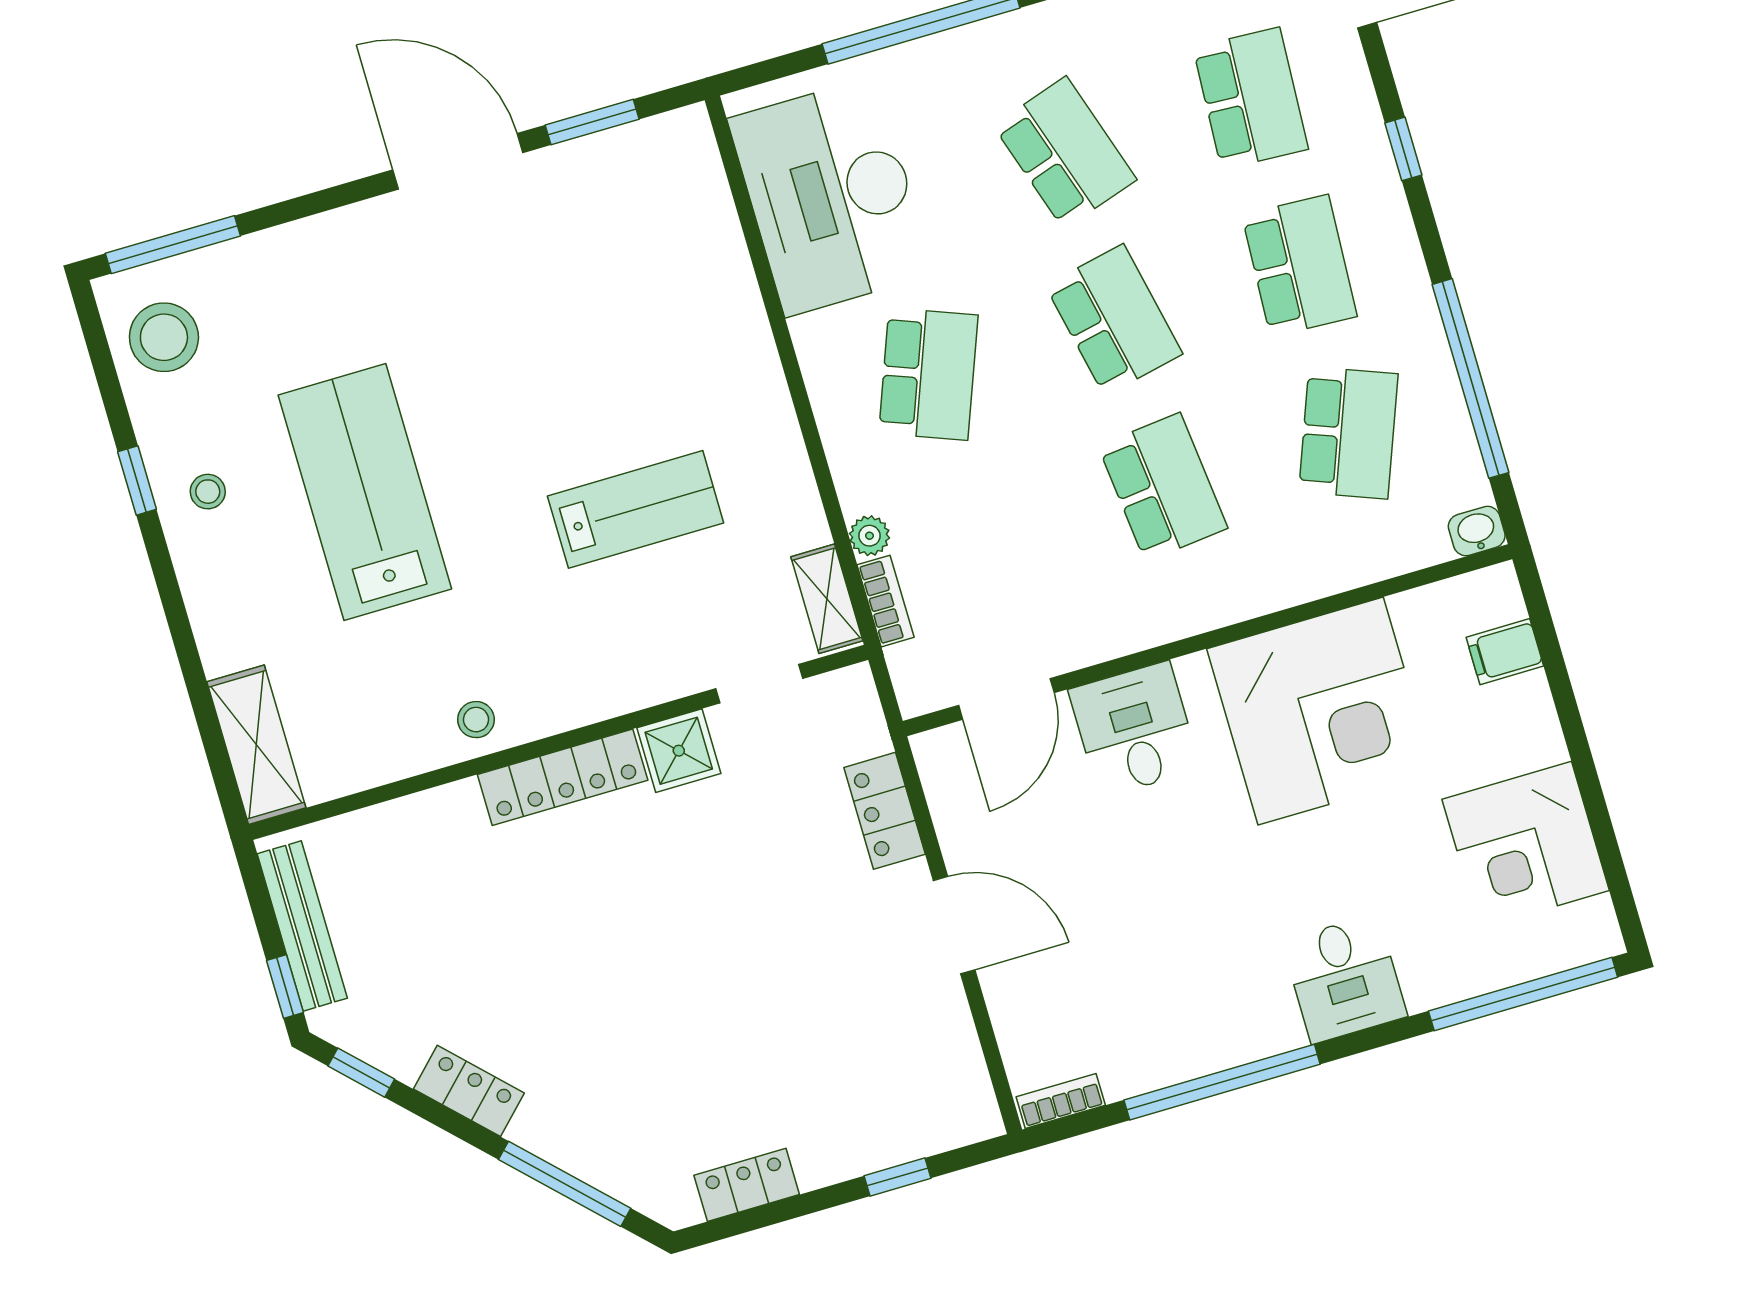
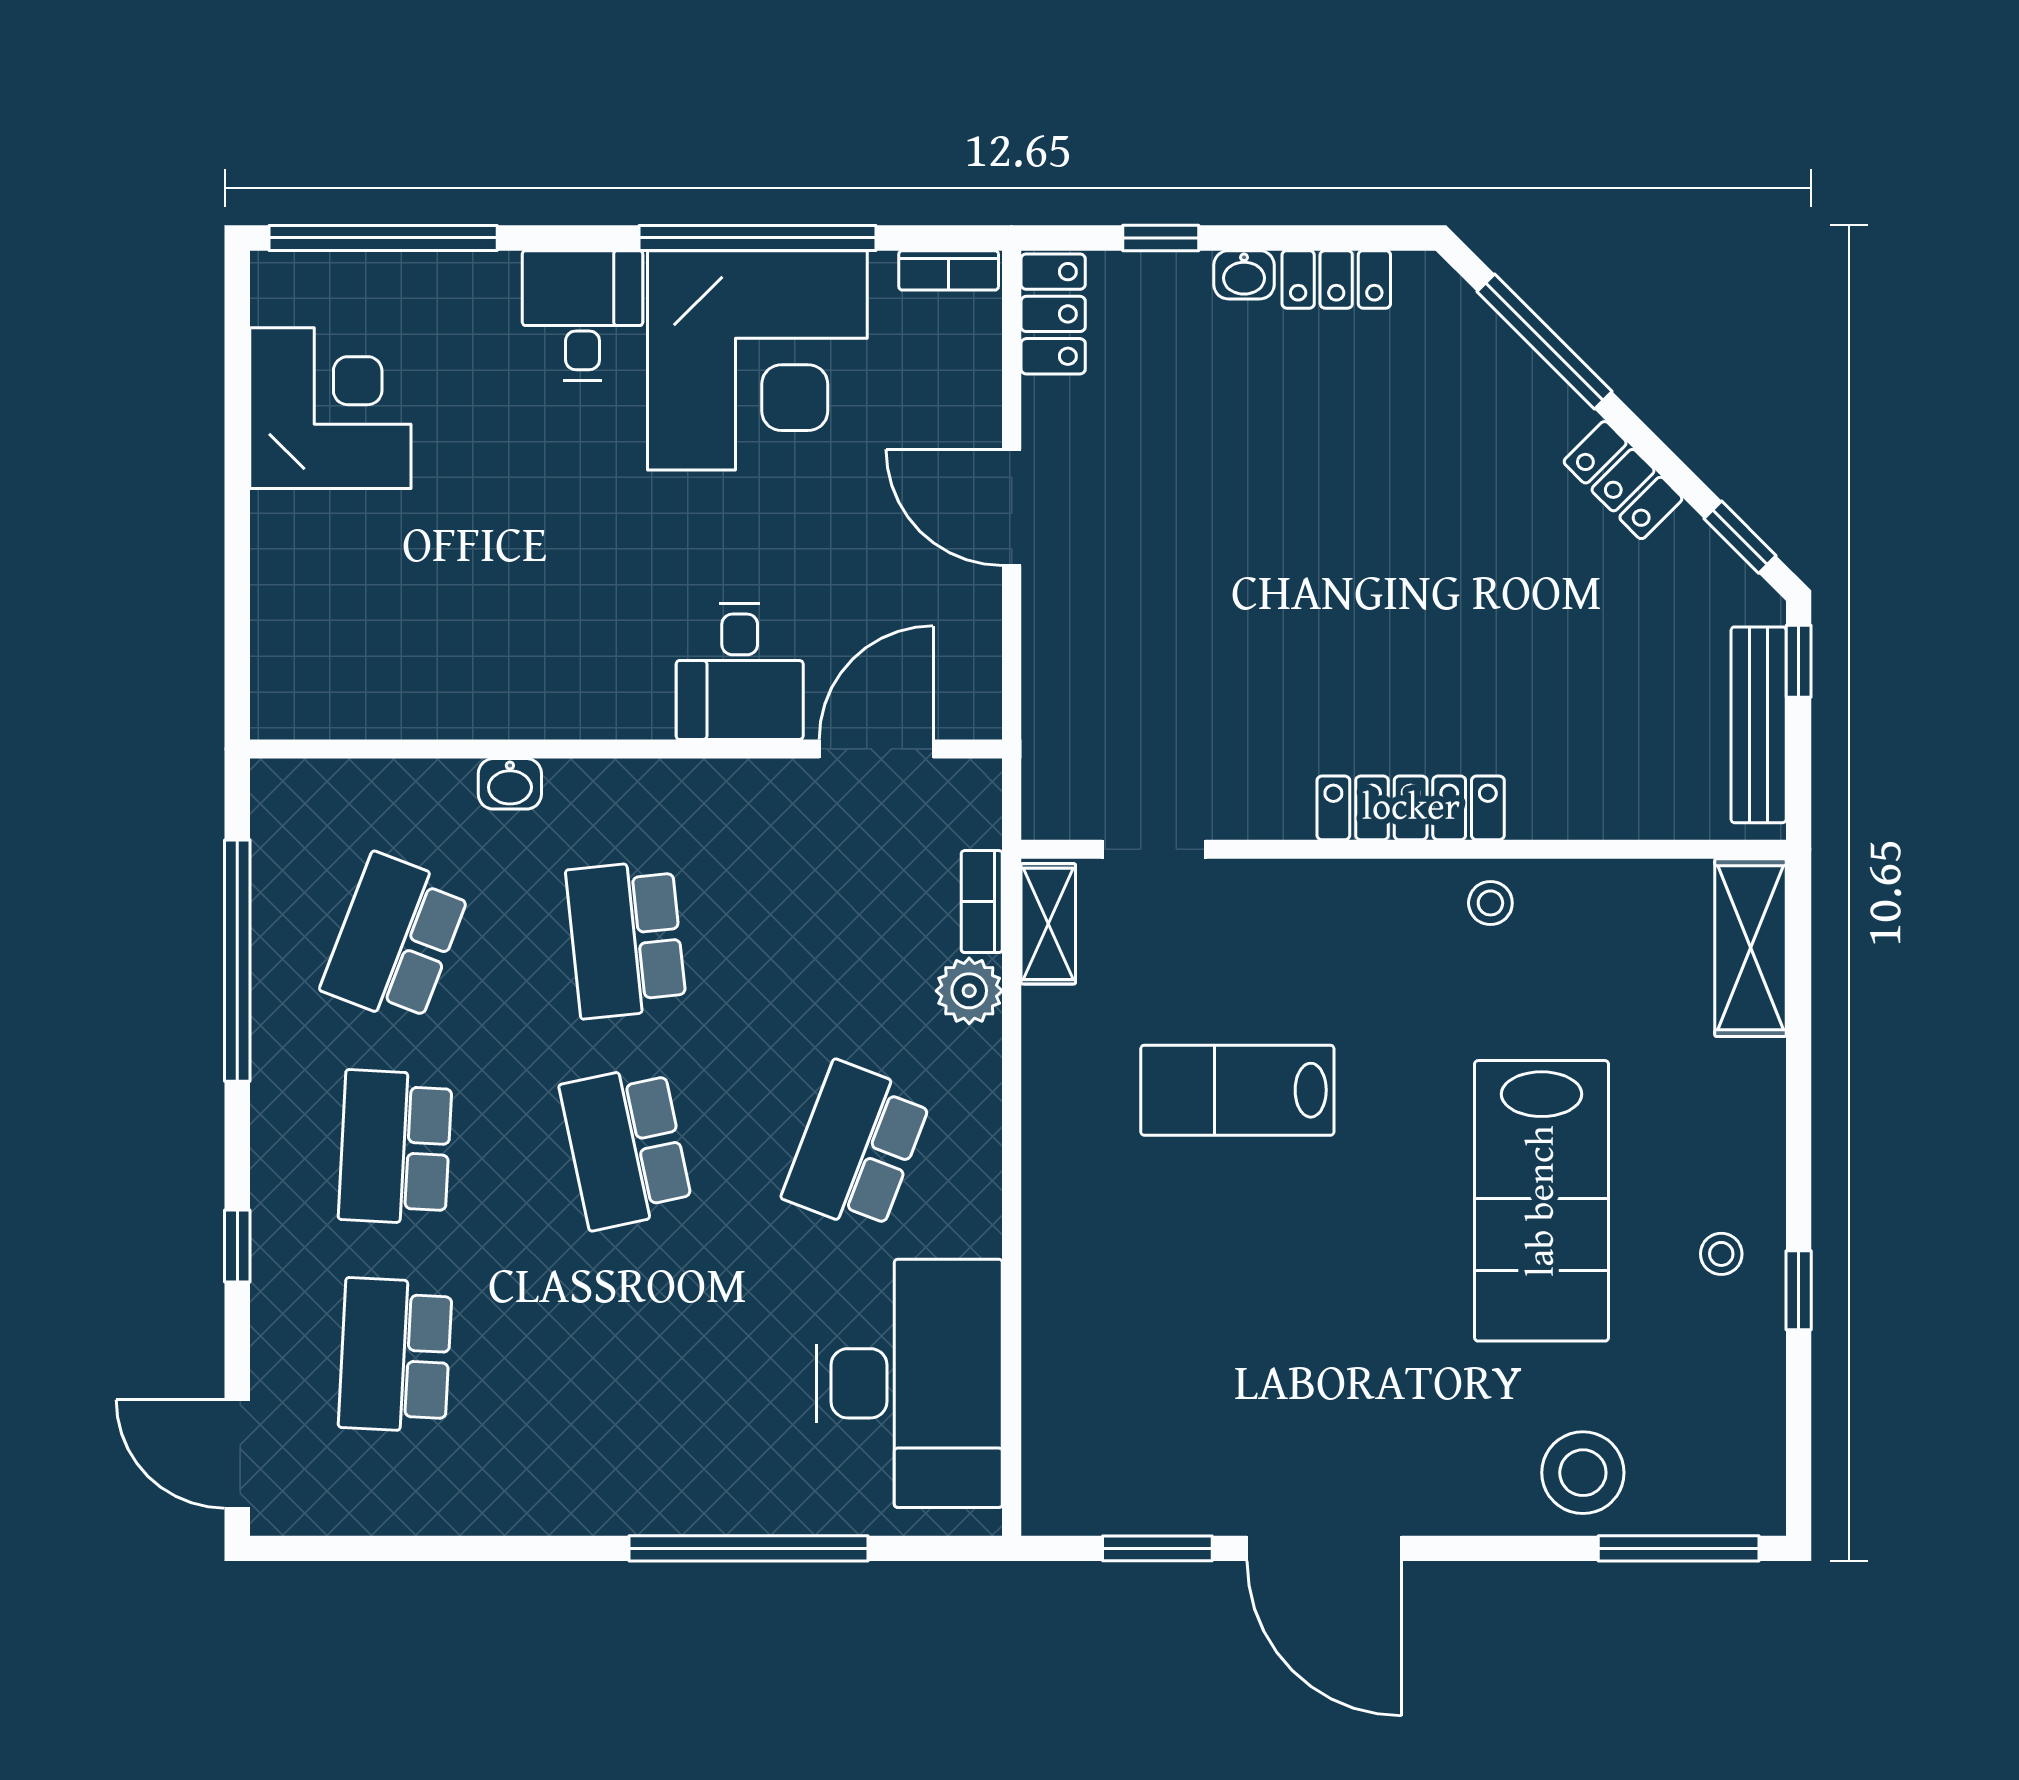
school desk: (1065, 153) -> (626, 1355), removed
stool: (164, 337) -> (1583, 1473), moved
washbasin: (1477, 531) -> (510, 784), moved
plant: (869, 536) -> (969, 991), width x1.38, depth x1.38
filing cabinet: (1505, 652) -> (289, 636), removed
corner desk: (1321, 711) -> (757, 360), moved, turned 180
shower: (679, 751) -> (1269, 799), removed
locker: (885, 811) -> (1053, 314), moved
washbasin: (822, 1167) -> (1244, 275), added

